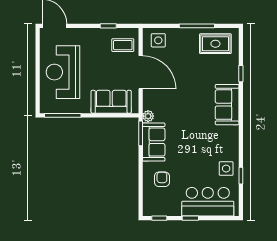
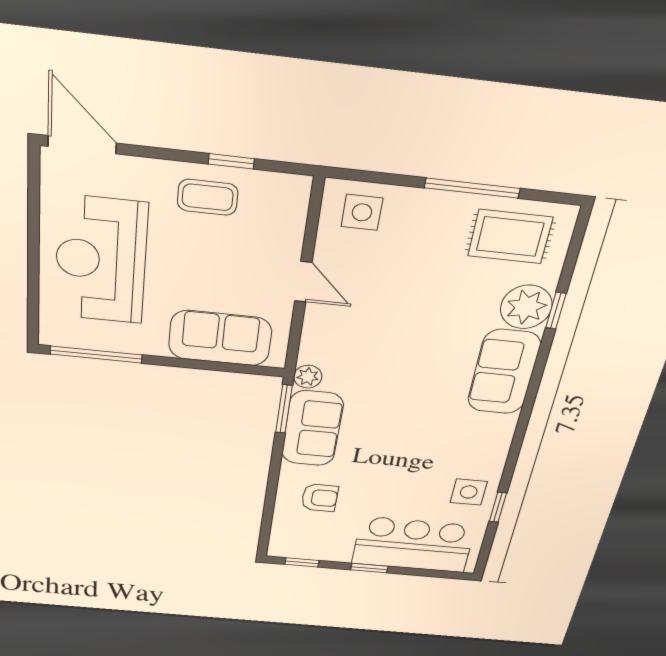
coffee table: (123, 45) -> (208, 197), moved
door: (141, 72) -> (303, 282), width x0.53
plant: (229, 73) -> (526, 307), added
armchair: (162, 179) -> (320, 498), turned 90

